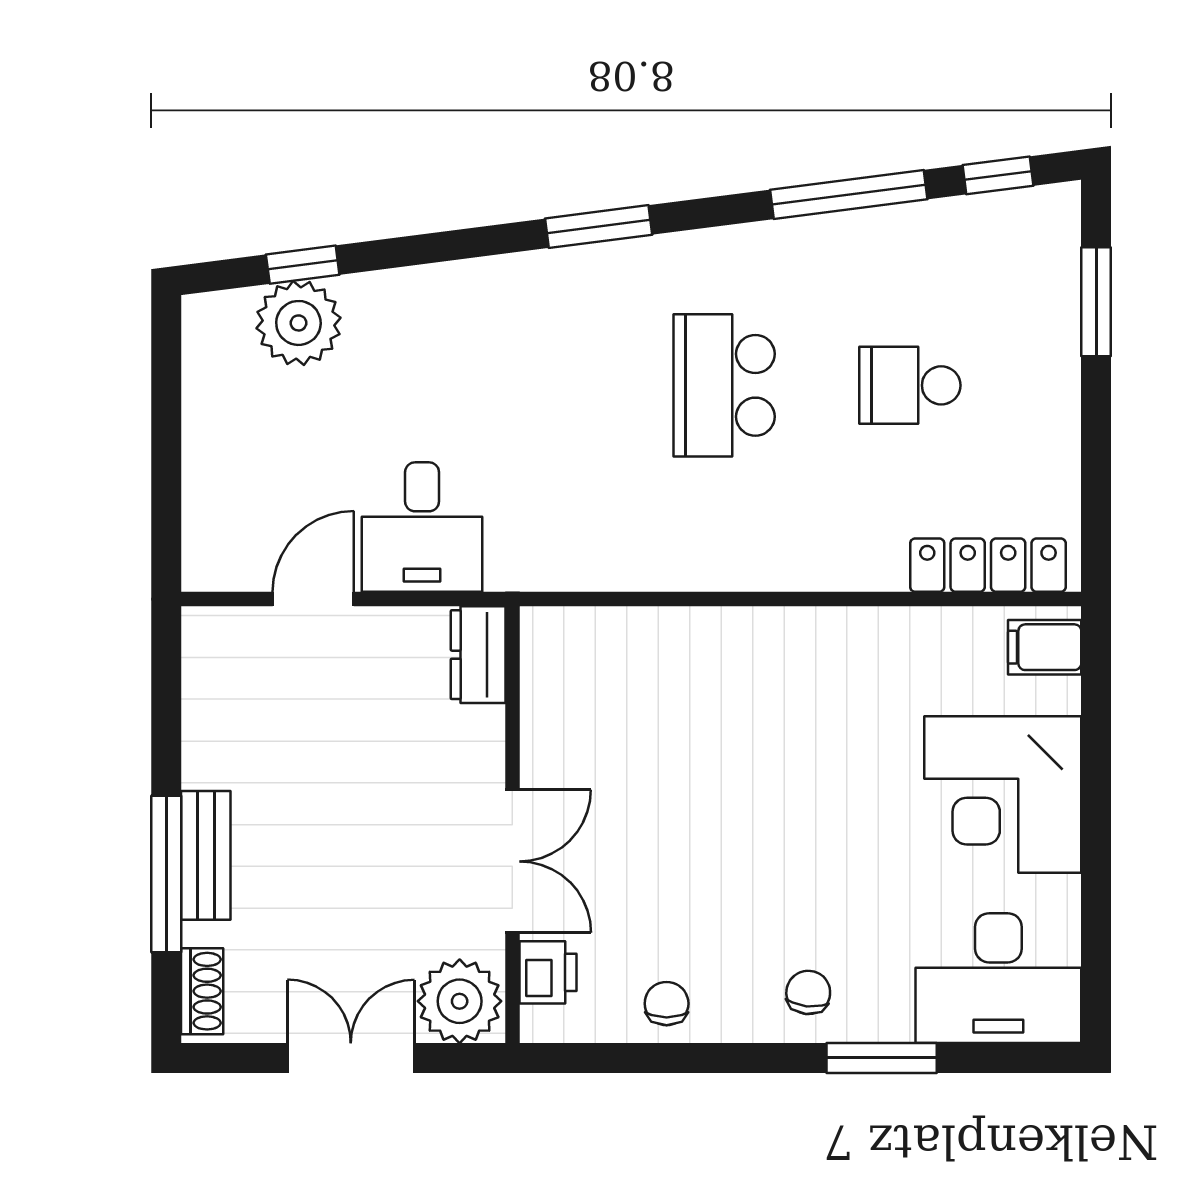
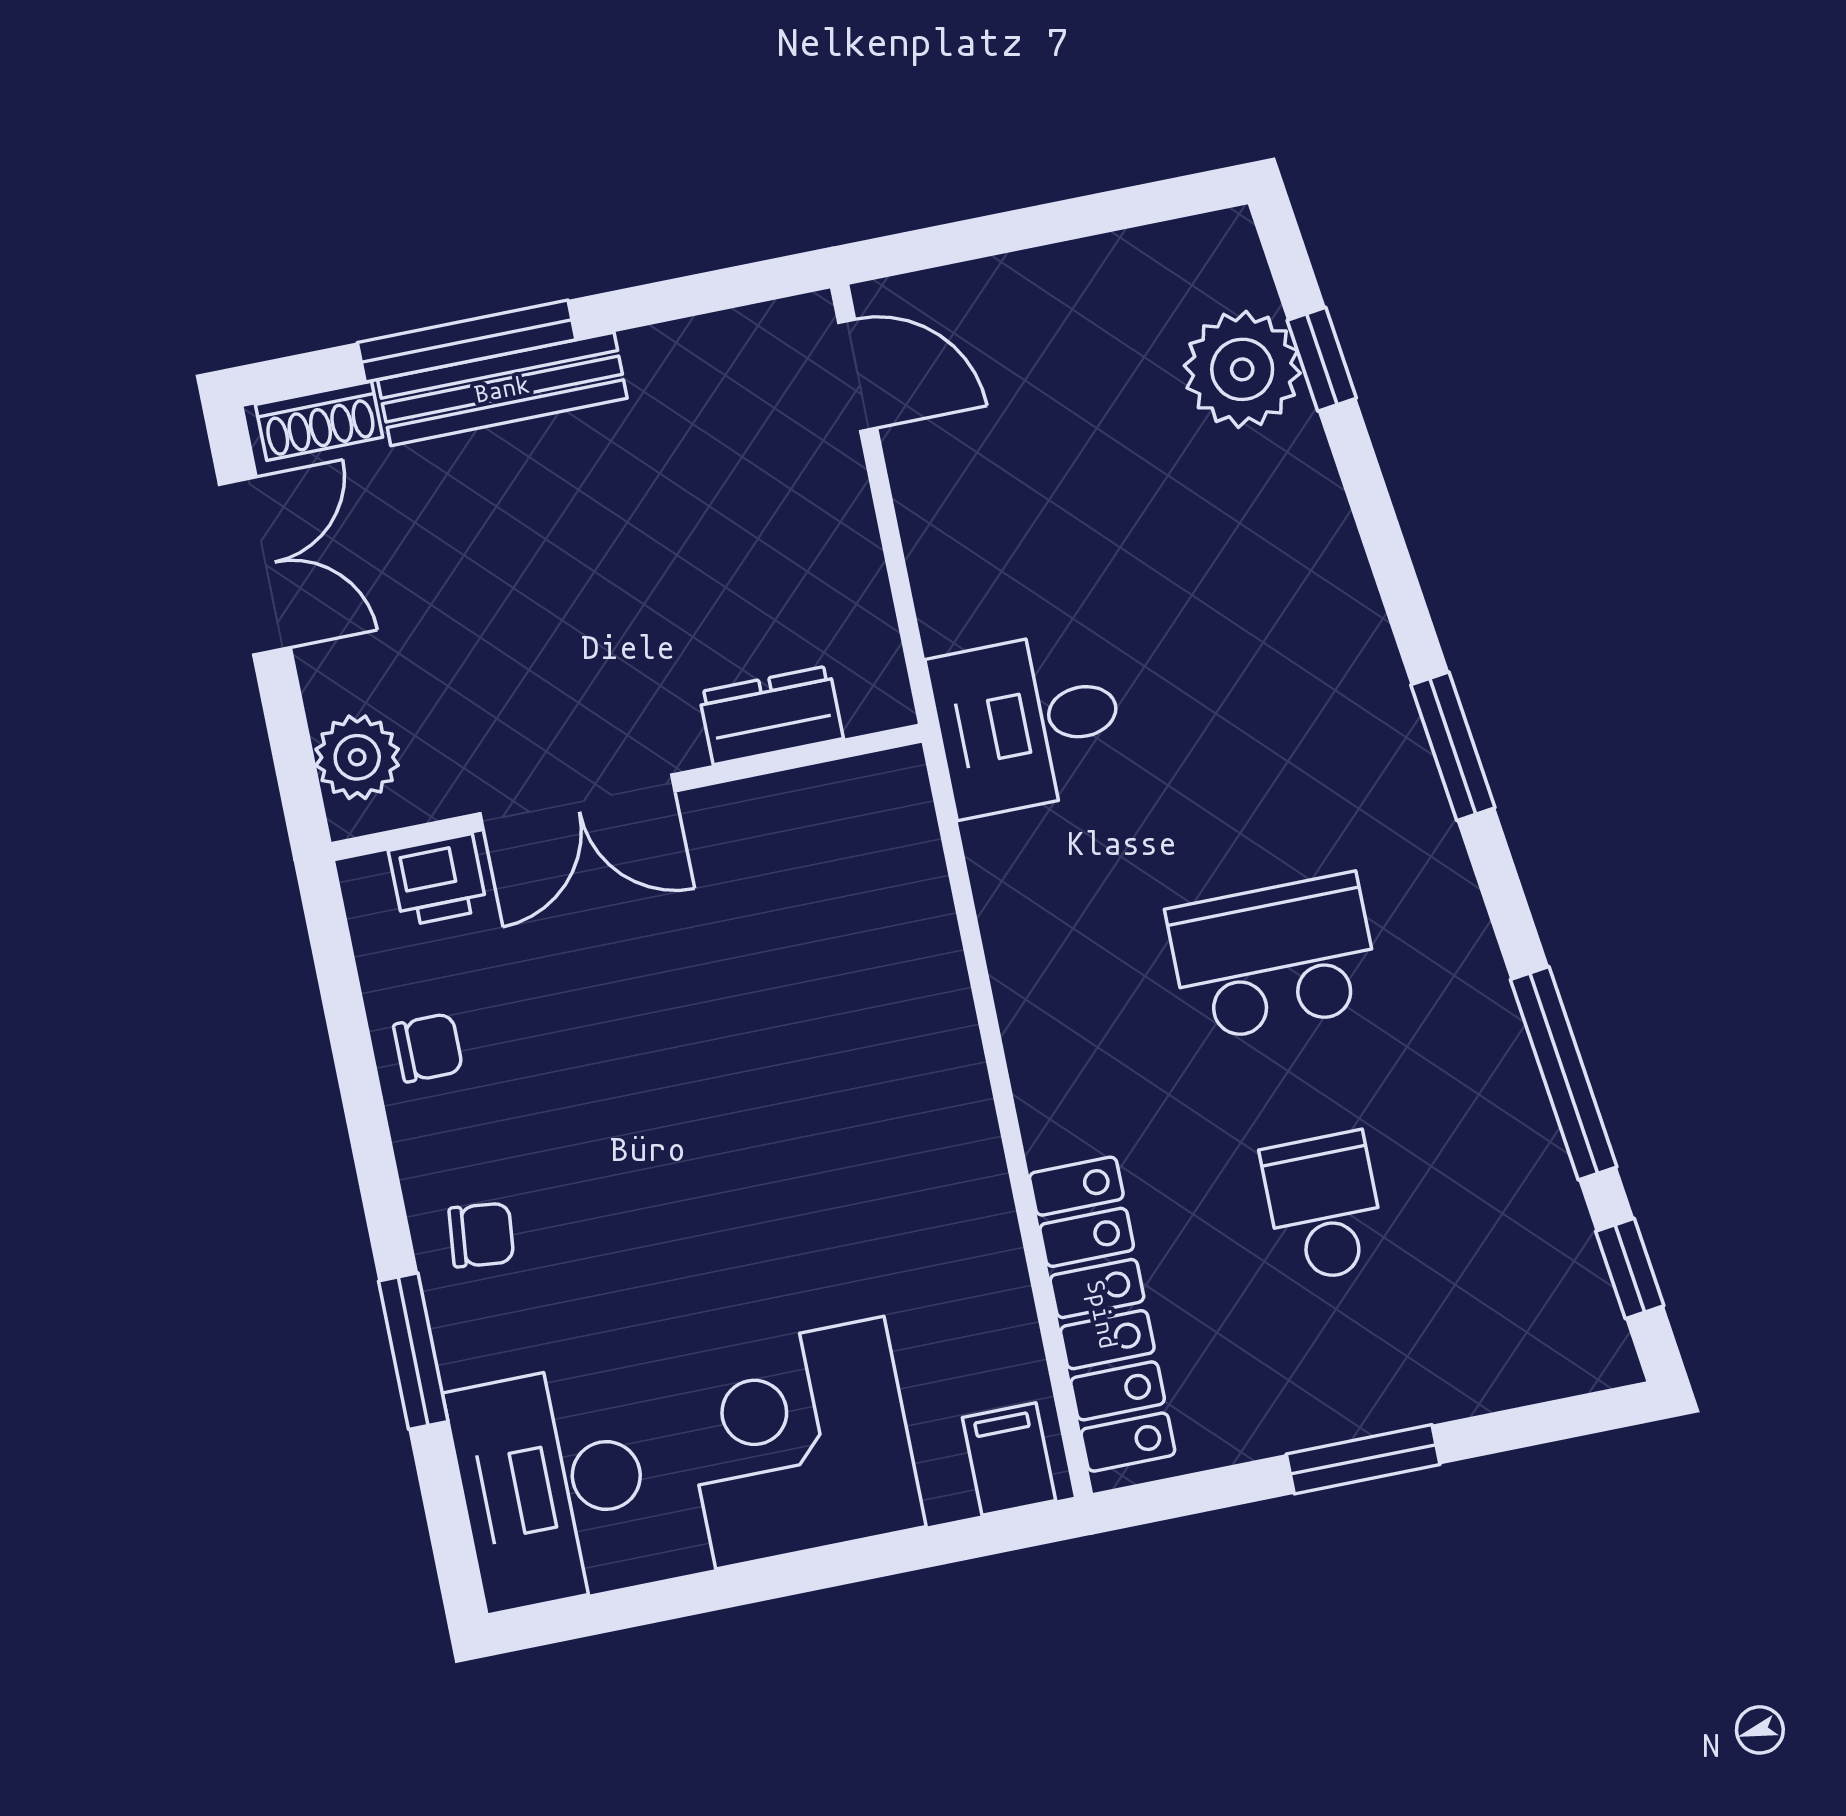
window: (1096, 302) -> (1363, 1459), moved
desk: (422, 527) -> (1028, 723), moved
locker: (988, 565) -> (1102, 1314), width x1.41, depth x1.21
door: (313, 599) -> (858, 375), moved
dresser: (478, 655) -> (771, 715), moved
bench: (206, 855) -> (502, 389), width x1.36
plant: (460, 1001) -> (357, 757), width x0.73, depth x0.73
double door: (351, 1058) -> (255, 566), moved

